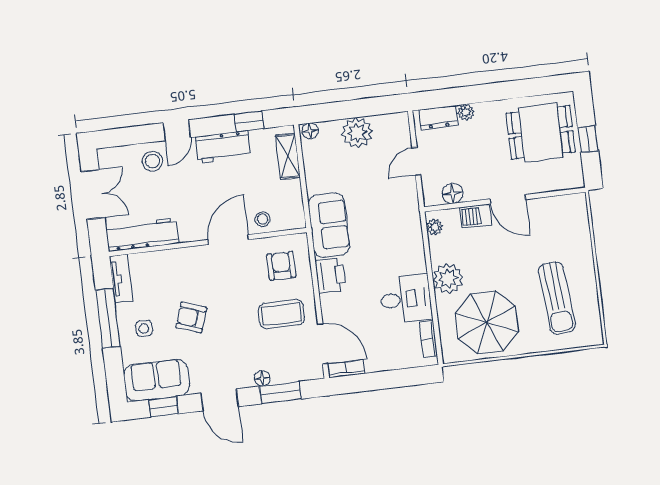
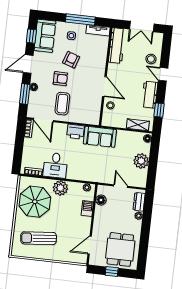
door: (508, 199) -> (90, 245), moved
armchair: (281, 266) -> (60, 79), moved
door: (323, 344) -> (43, 120), hinge flipped

